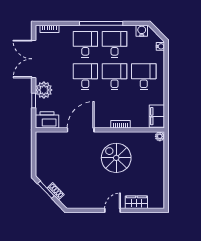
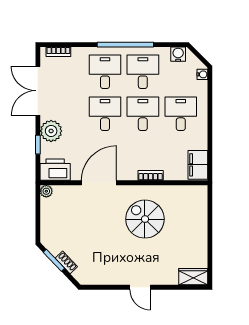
plant: (160, 136) -> (46, 191), moved
wardrobe: (136, 202) -> (193, 277), moved
door: (112, 210) -> (140, 287), swing flipped

